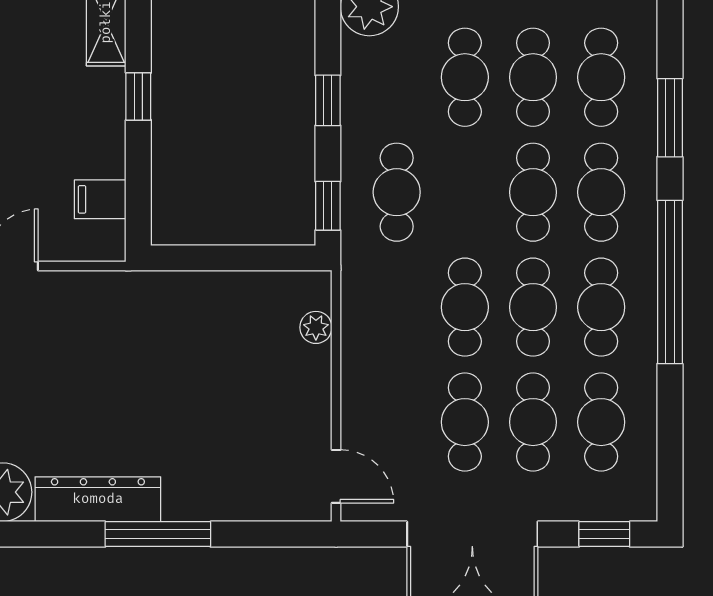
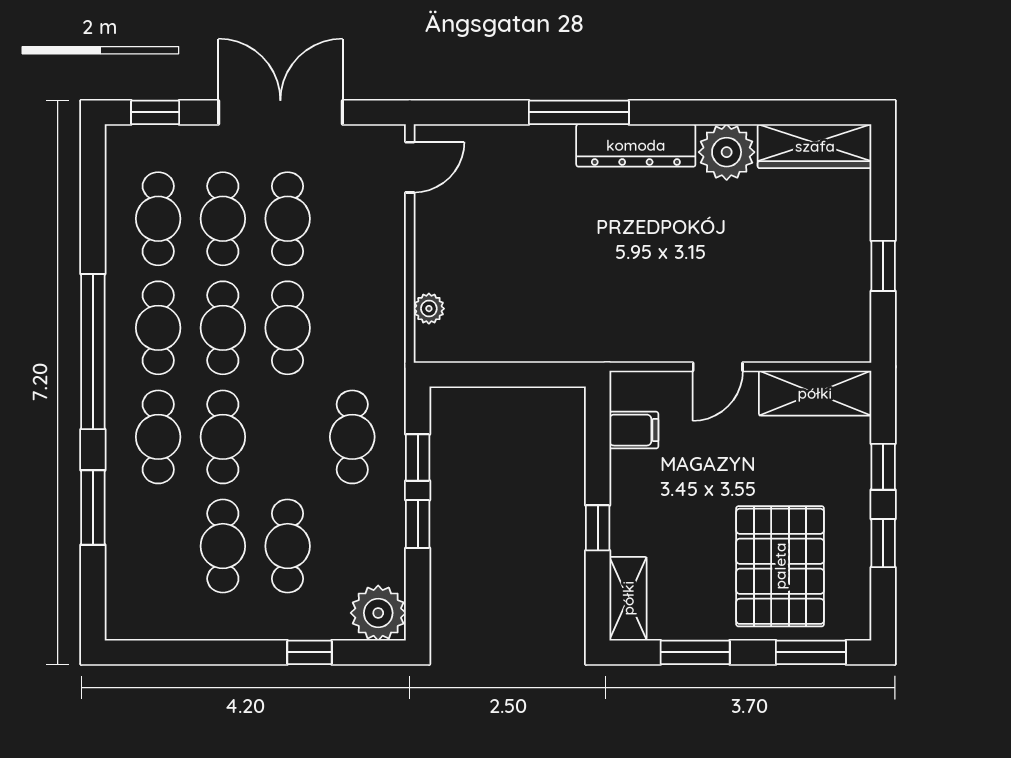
cafe table: (601, 77) -> (158, 546), removed
window: (328, 206) -> (418, 458), moved
door: (336, 476) -> (410, 167), swing flipped

